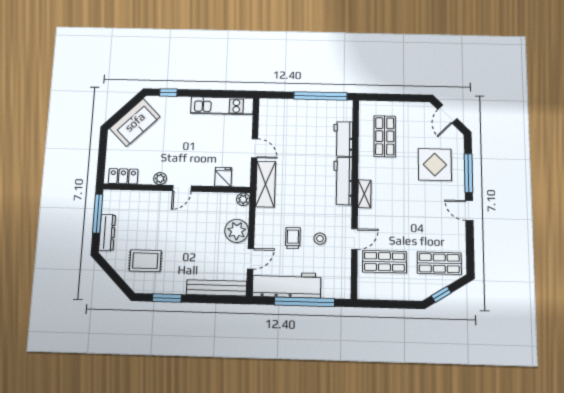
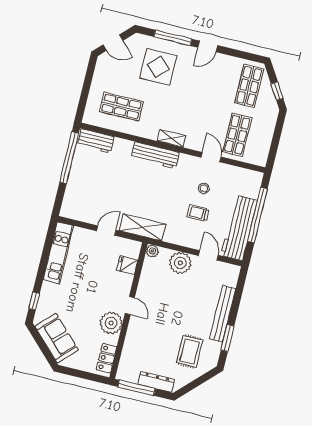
workbench: (343, 139) -> (96, 141), moved
plant: (160, 179) -> (111, 323), width x1.87, depth x1.87
bench: (216, 288) -> (223, 314), moved

